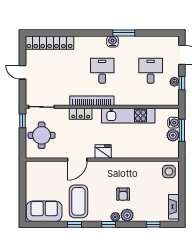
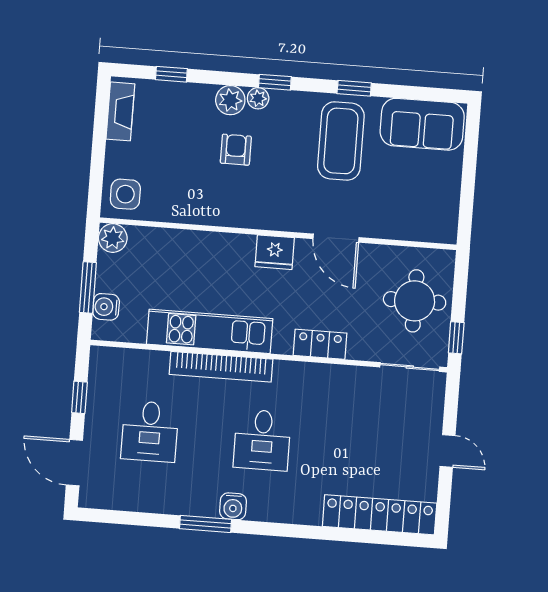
plant: (174, 82) -> (97, 402), removed
bookcase: (92, 101) -> (221, 367), moved
plant: (173, 135) -> (113, 238), moved
door: (77, 160) -> (336, 238), swing flipped

